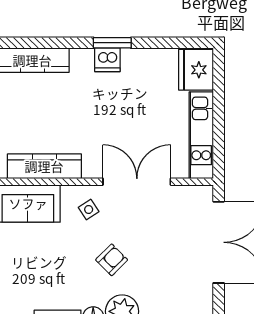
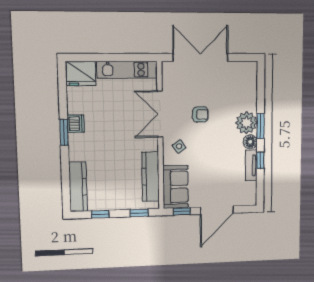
dishwasher: (107, 60) -> (76, 124), moved
armchair: (112, 260) -> (200, 114), moved, turned 135

